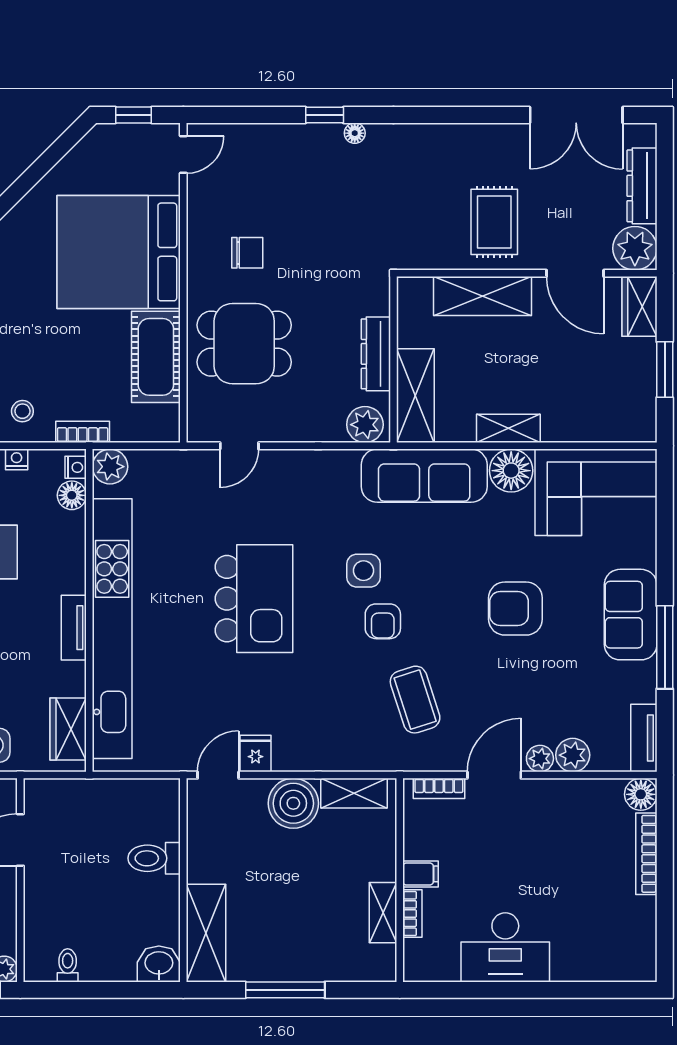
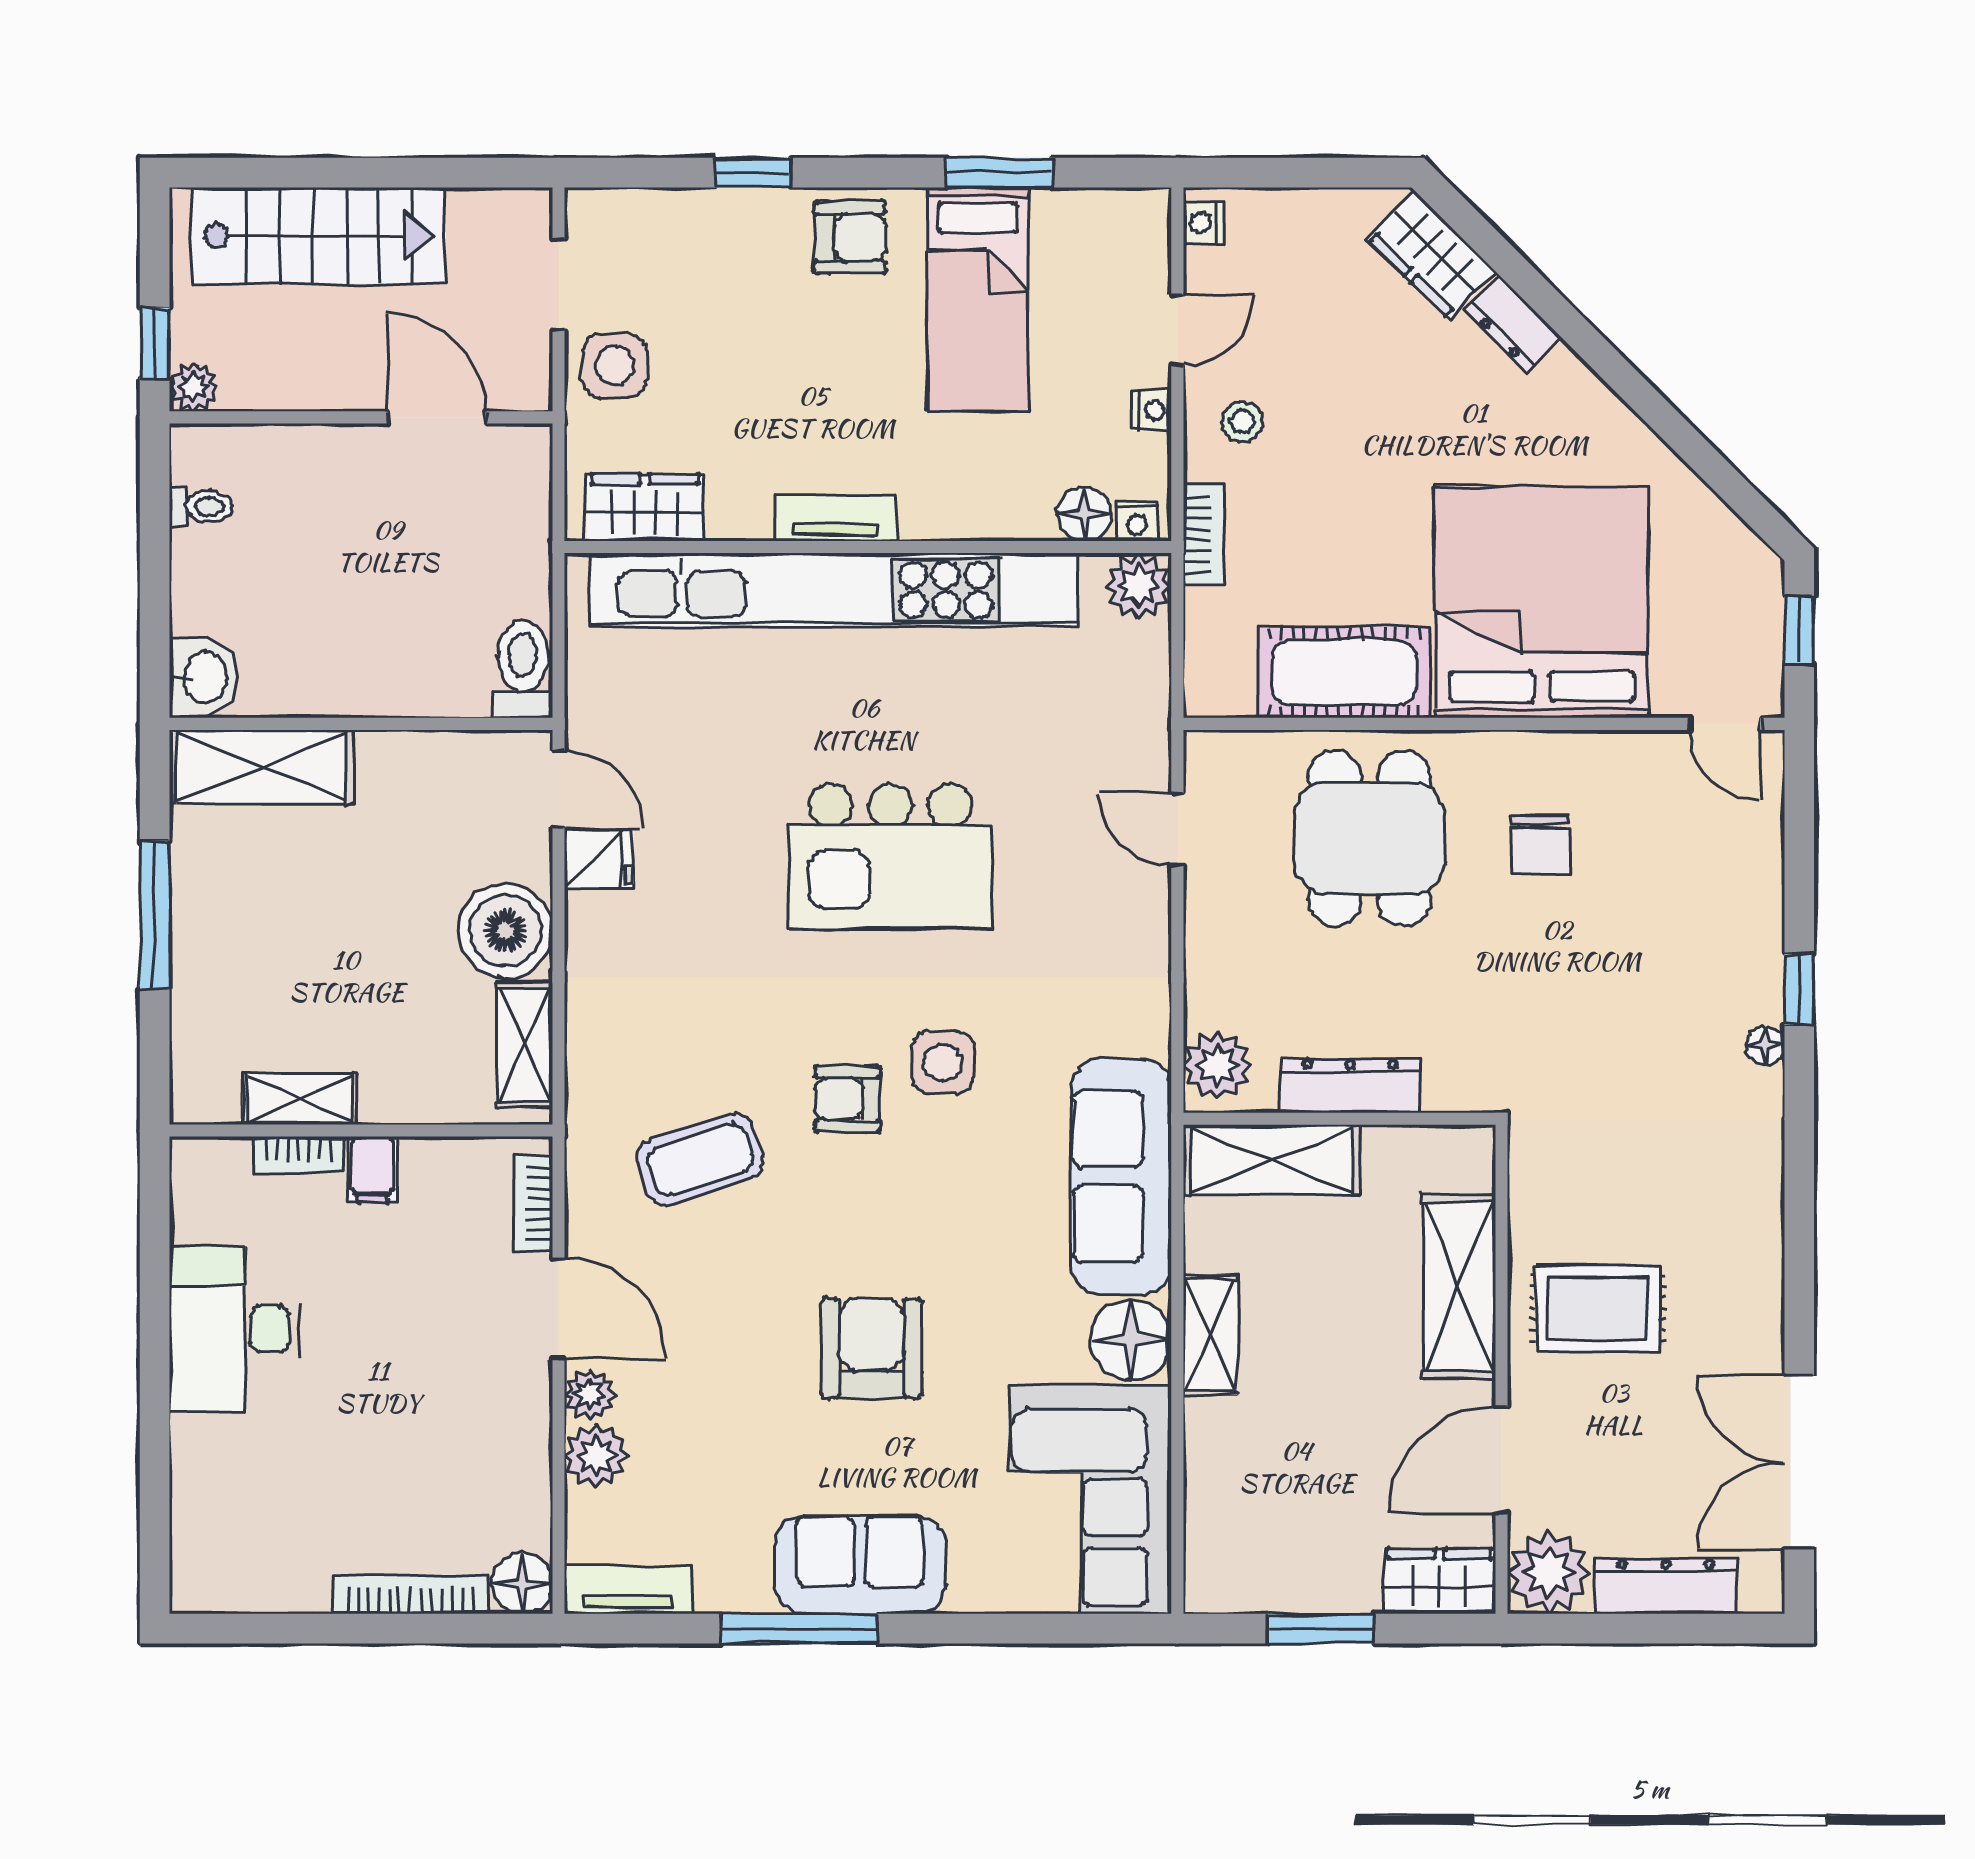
toilet: (154, 858) -> (523, 669), moved

